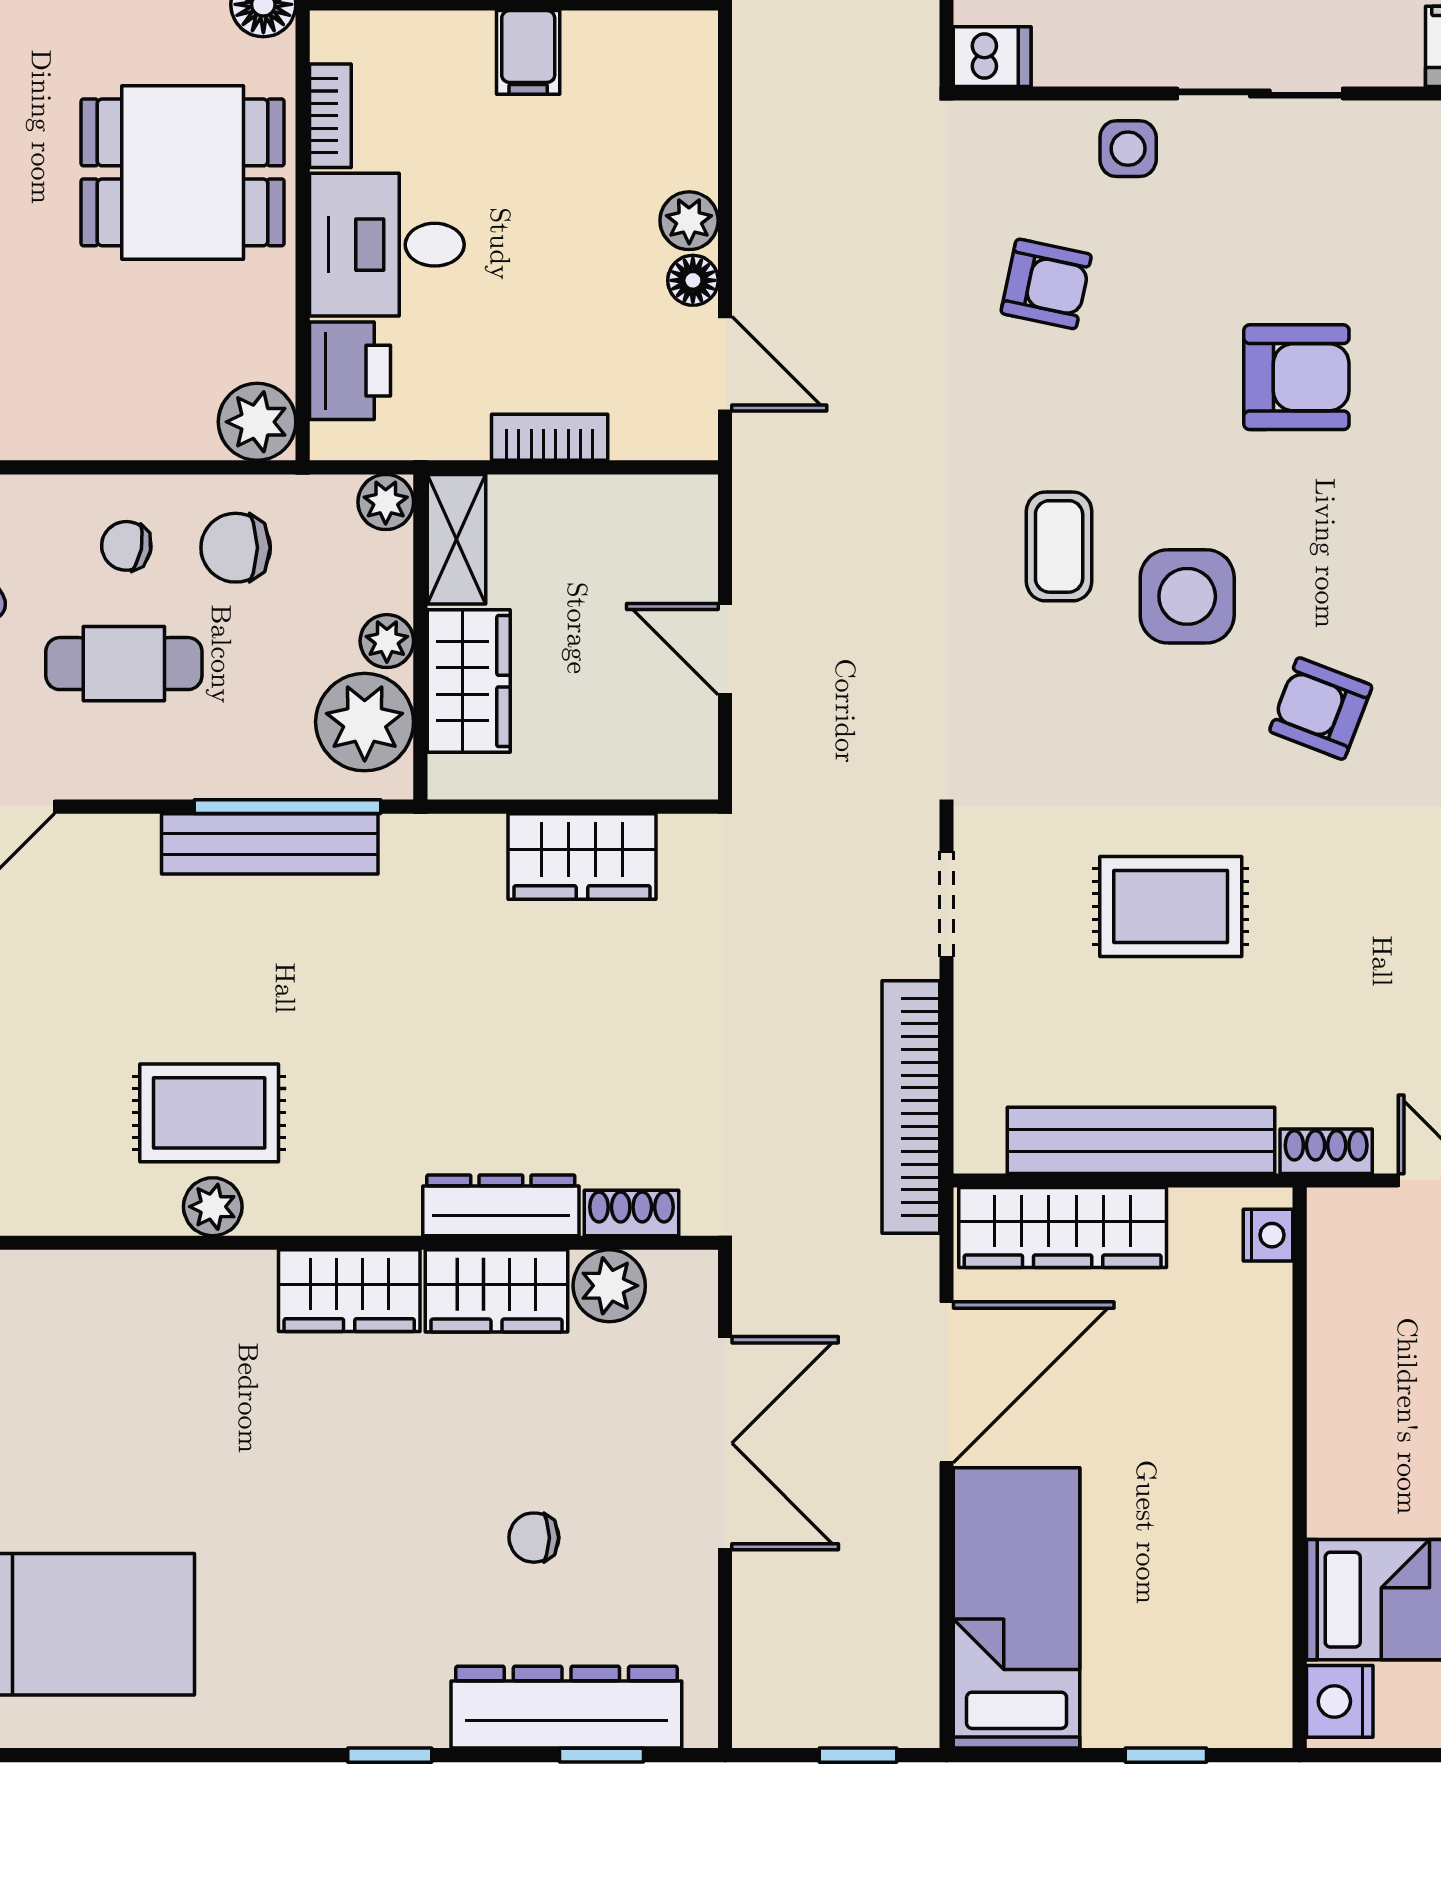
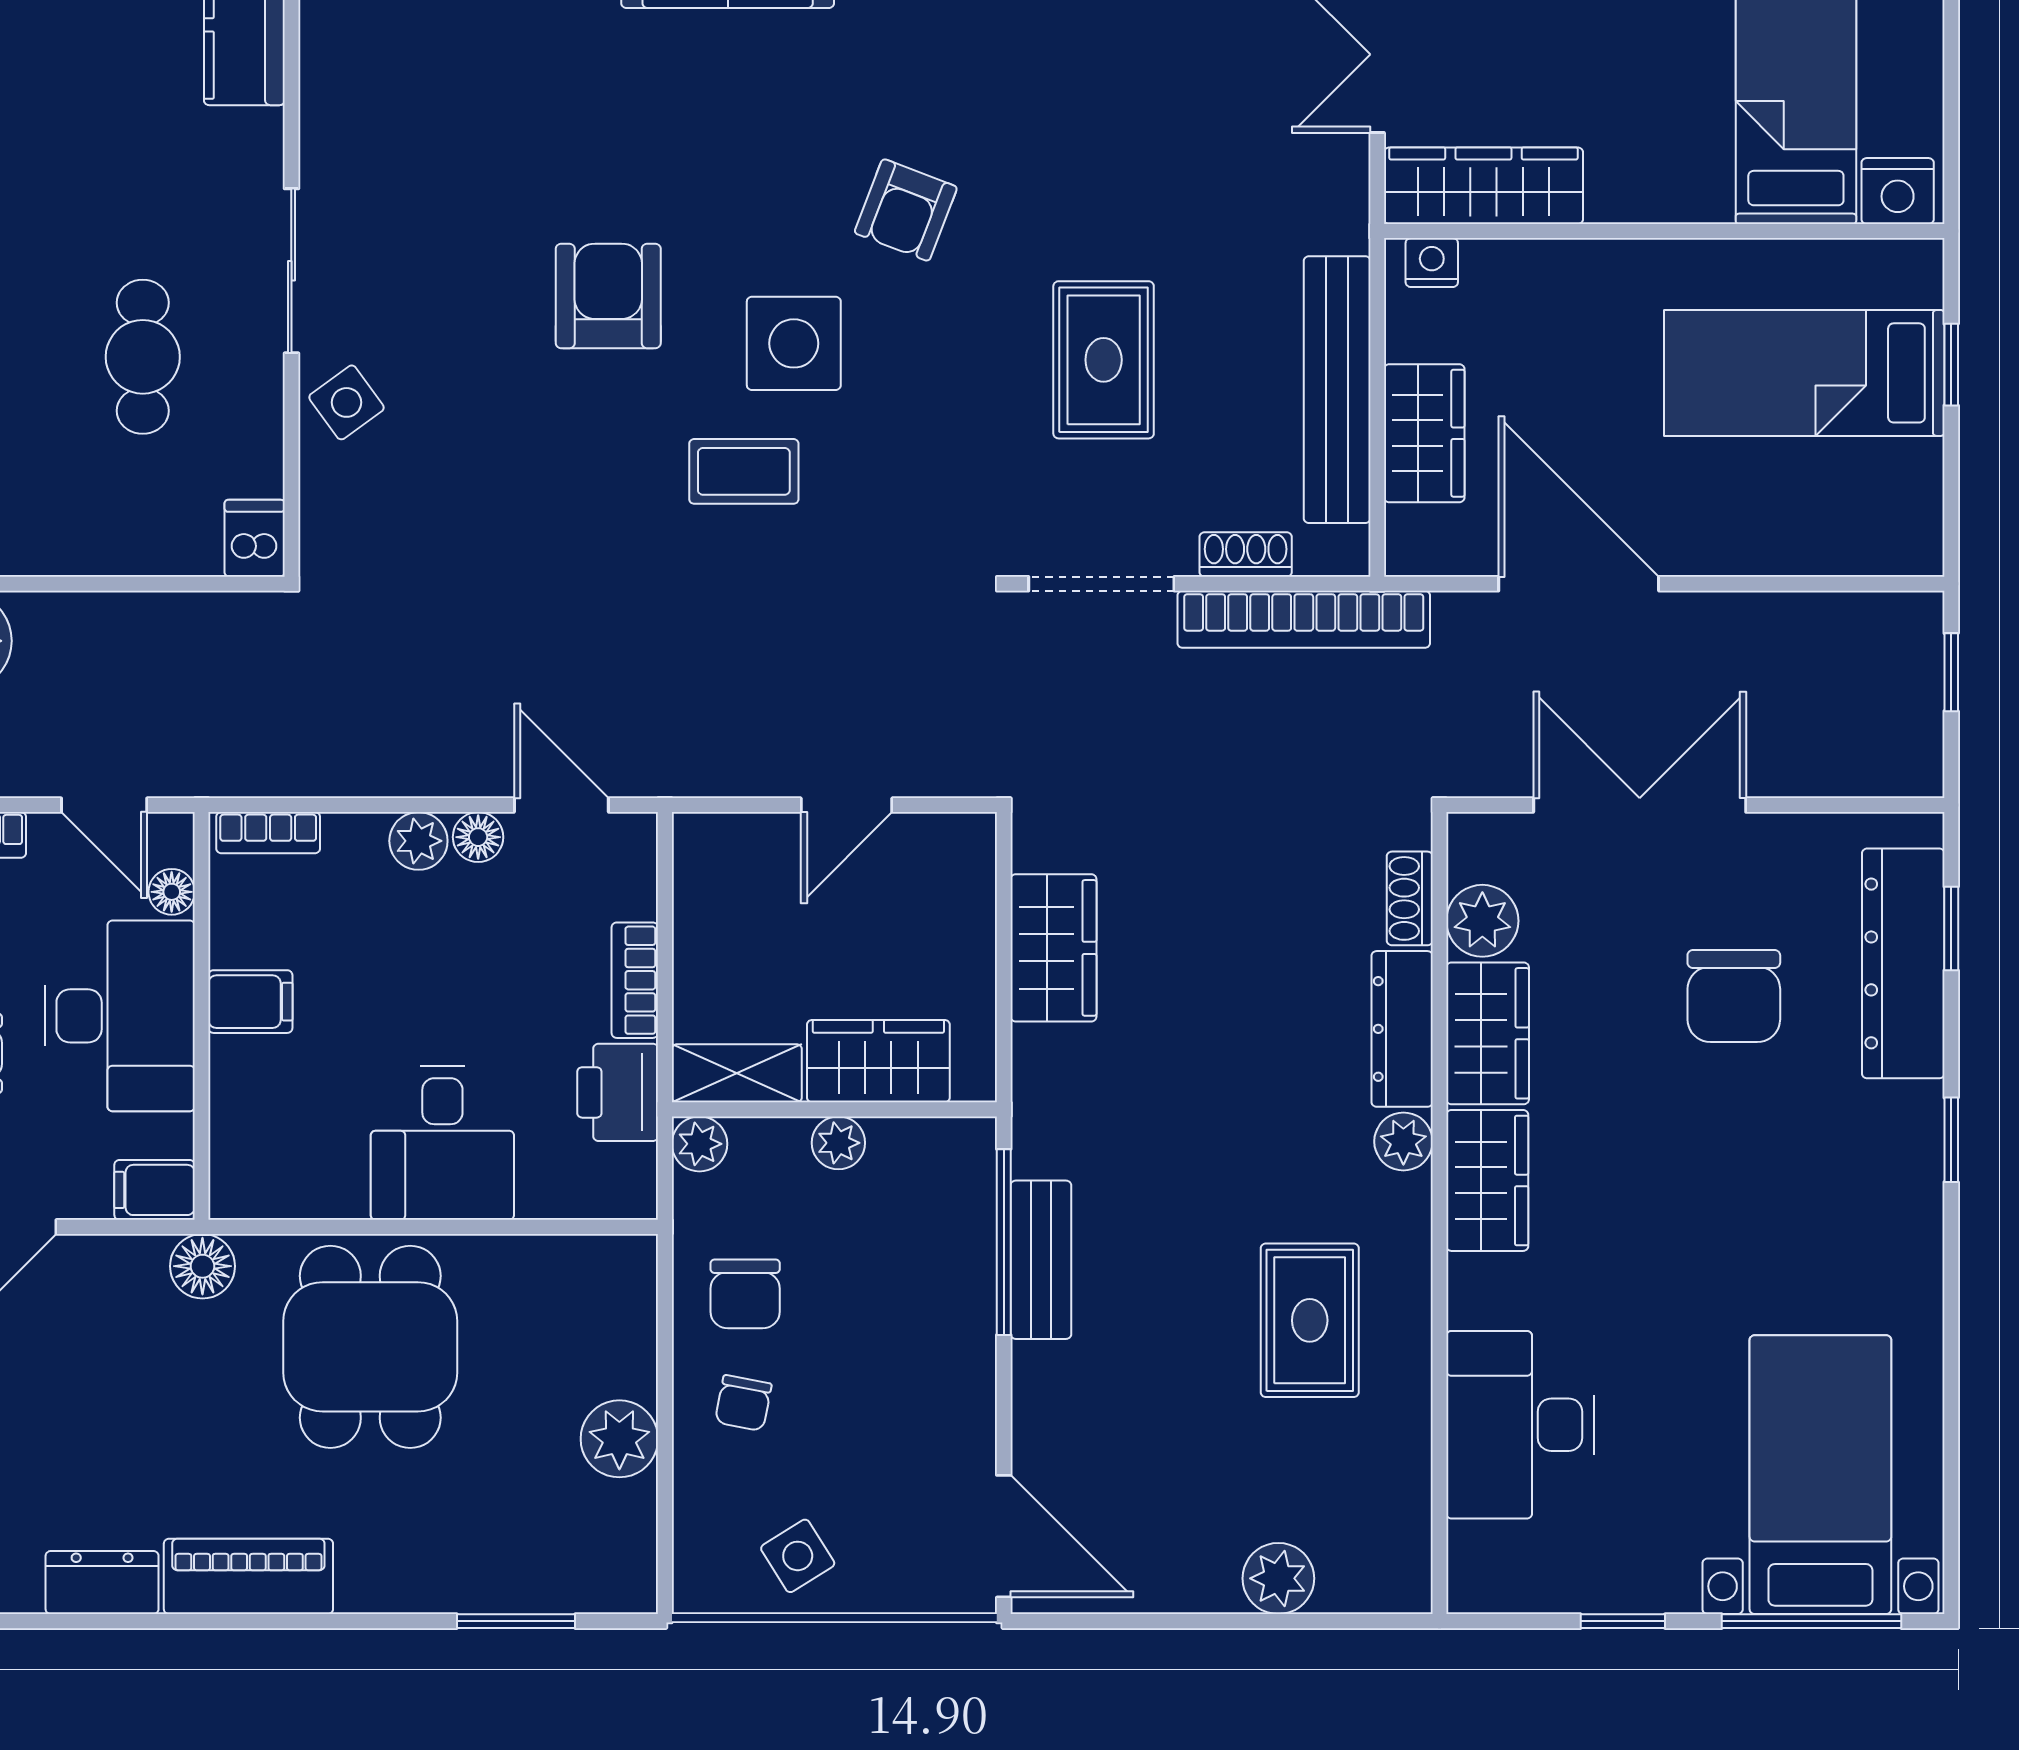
bookcase: (330, 116) -> (268, 833), moved, turned 180
side table: (1128, 149) -> (347, 402), turned -36
armchair: (1046, 284) -> (482, 484), removed
door: (725, 364) -> (561, 805), hinge flipped
printer: (350, 371) -> (618, 1092), moved, turned -90
armchair: (1296, 377) -> (608, 296), moved
plant: (257, 422) -> (619, 1439), moved
cafe table: (124, 664) -> (861, 1405), removed
plant: (365, 722) -> (919, 1165), removed
bench: (270, 844) -> (1041, 1260), width x0.73
doorway: (947, 904) -> (1101, 584), width x1.38
shoe rack: (1326, 1151) -> (1246, 554), moved, turned 90
plant: (213, 1207) -> (1403, 1141), moved
wardrobe: (1063, 1228) -> (1424, 433), width x0.67
wardrobe: (1345, 1287) -> (1483, 186), added
desk: (105, 1324) -> (1520, 1425), added
chair: (534, 1538) -> (1734, 996), width x1.87, depth x1.87
bed: (1017, 1608) -> (1804, 373), moved

